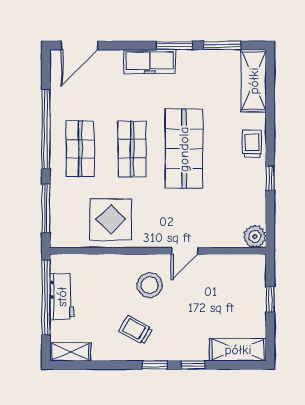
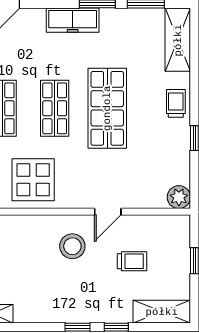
trolley: (136, 330) -> (132, 261), moved, turned 151

